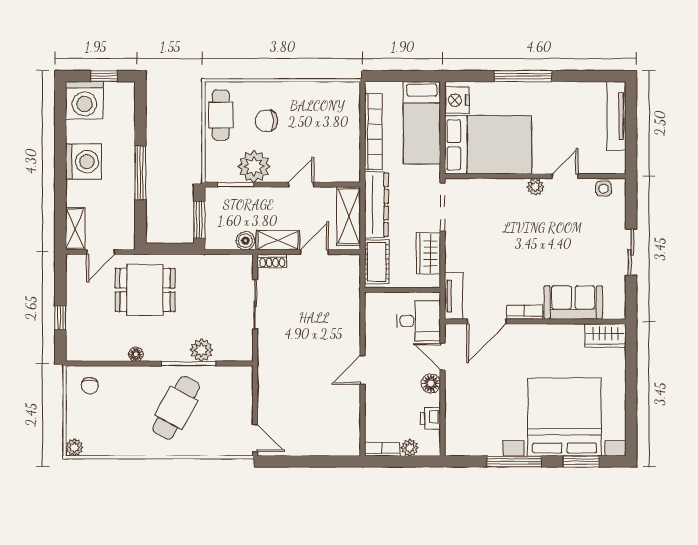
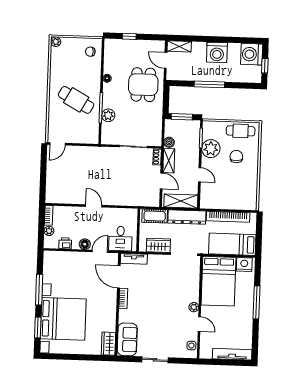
sofa: (573, 302) -> (127, 339), moved

